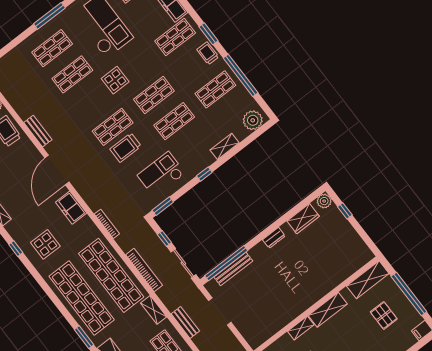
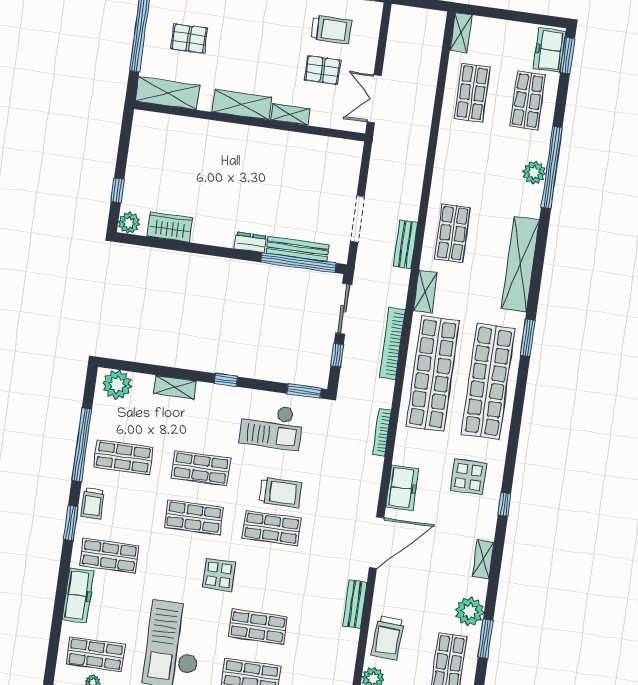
dresser: (274, 238) -> (251, 242), moved
pallet: (384, 315) -> (189, 39), turned 90

